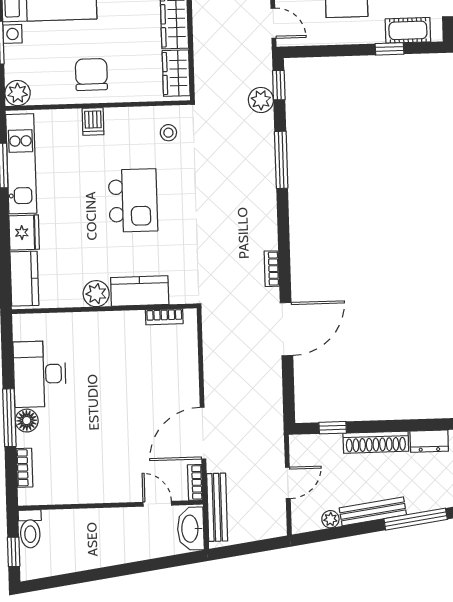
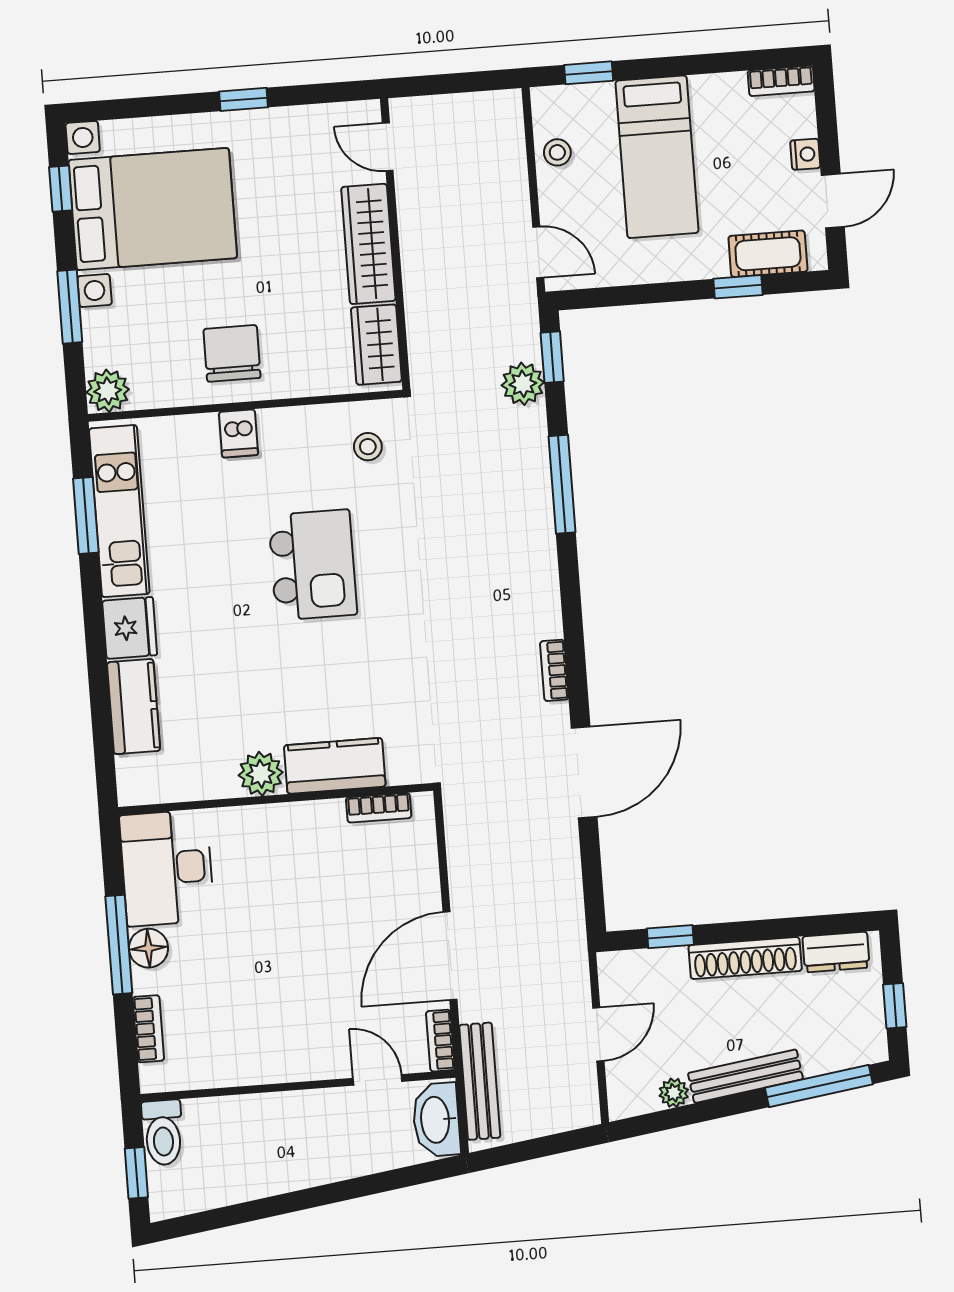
kitchen counter: (140, 291) -> (335, 766), moved
plant: (96, 294) -> (261, 774), moved
wall: (104, 309) -> (276, 799), moved
bookcase: (164, 317) -> (379, 808), moved

